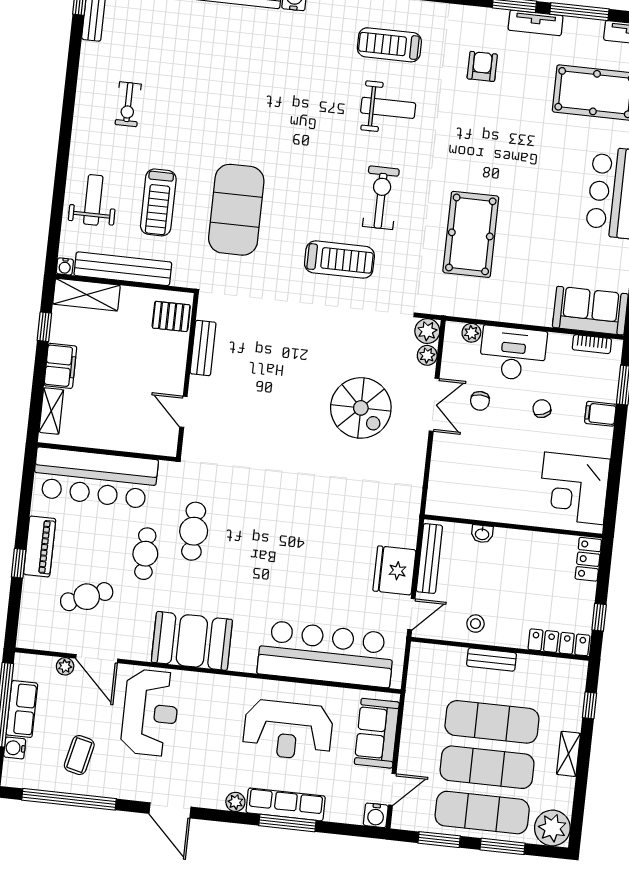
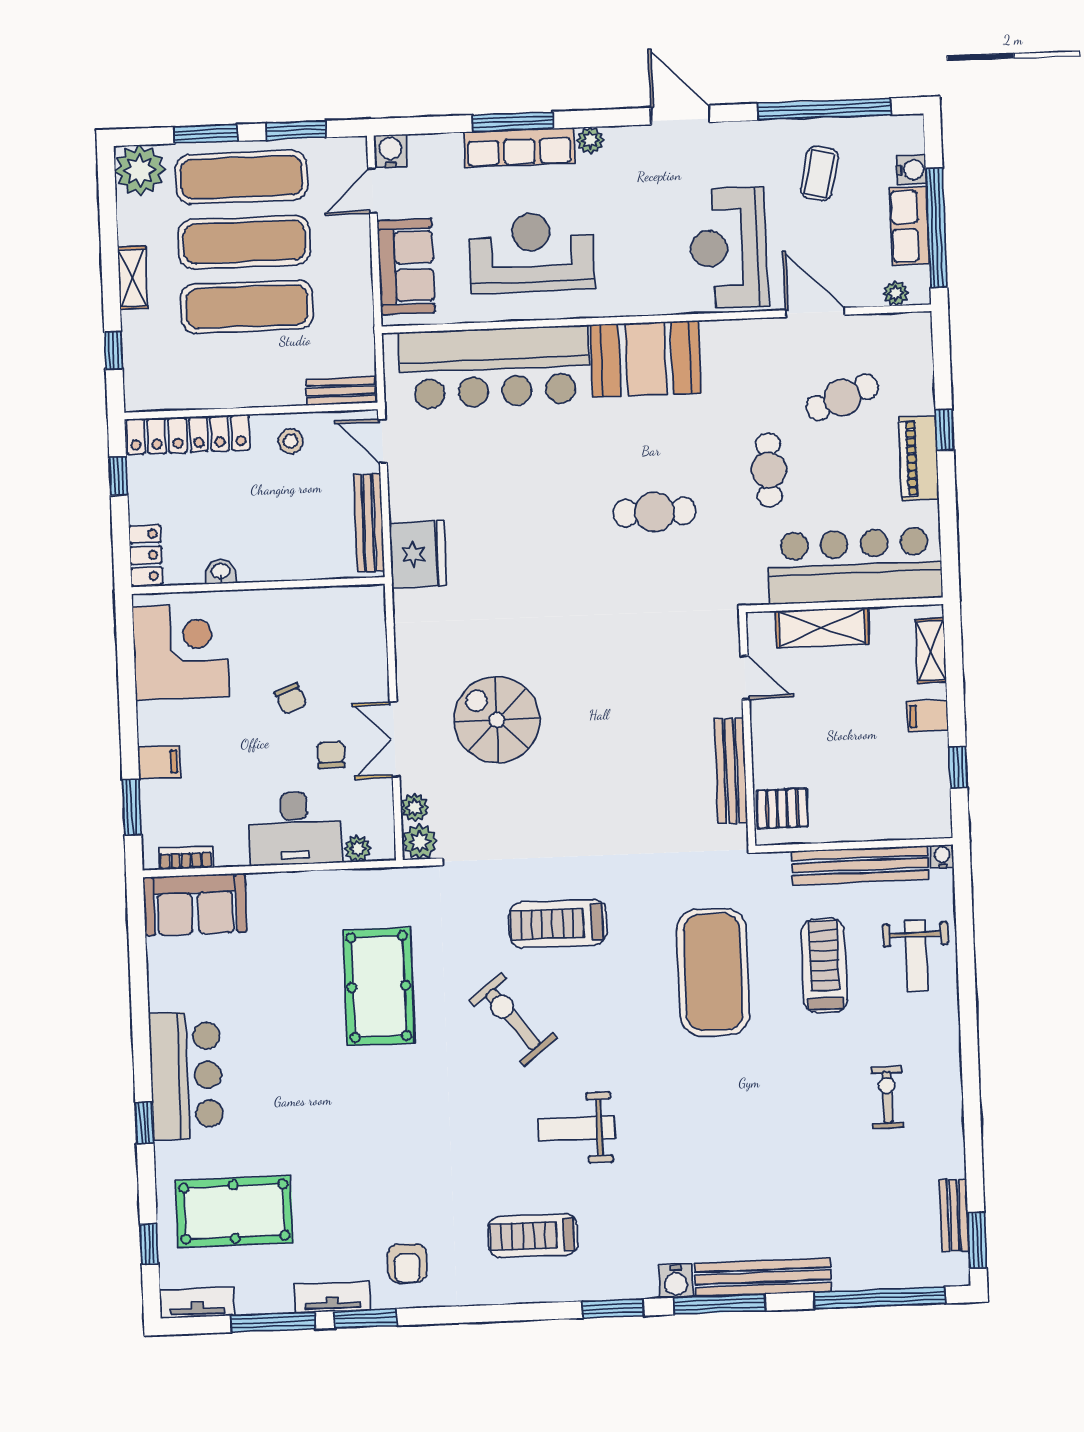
treadmill: (389, 45) -> (533, 1236), turned 180
armchair: (482, 66) -> (407, 1263), moved
weight bench: (388, 108) -> (577, 1128), moved
exercise bike: (381, 198) -> (513, 1019), turned 142
shelving: (87, 295) -> (822, 628), moved
bench: (203, 348) -> (731, 771), width x1.36
filing cabinet: (60, 366) -> (927, 716), width x0.50
chair: (542, 409) -> (291, 699), moved
cafe table: (194, 531) -> (655, 512), moved, turned 90
washbasin: (482, 534) -> (221, 572), moved
fridge: (394, 570) -> (418, 554), moved
door: (411, 614) -> (383, 441), hinge flipped
booth: (192, 641) -> (646, 359), moved
locker: (559, 642) -> (188, 435), width x1.41, depth x1.21
bench: (491, 659) -> (341, 391), moved
plant: (65, 666) -> (896, 294), moved

